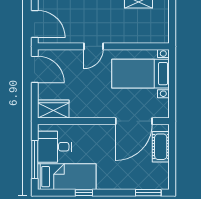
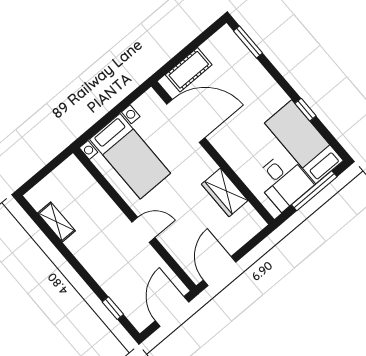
wardrobe: (53, 109) -> (225, 192), moved

